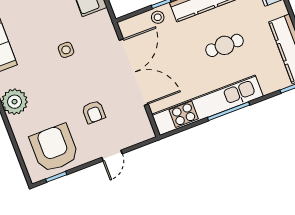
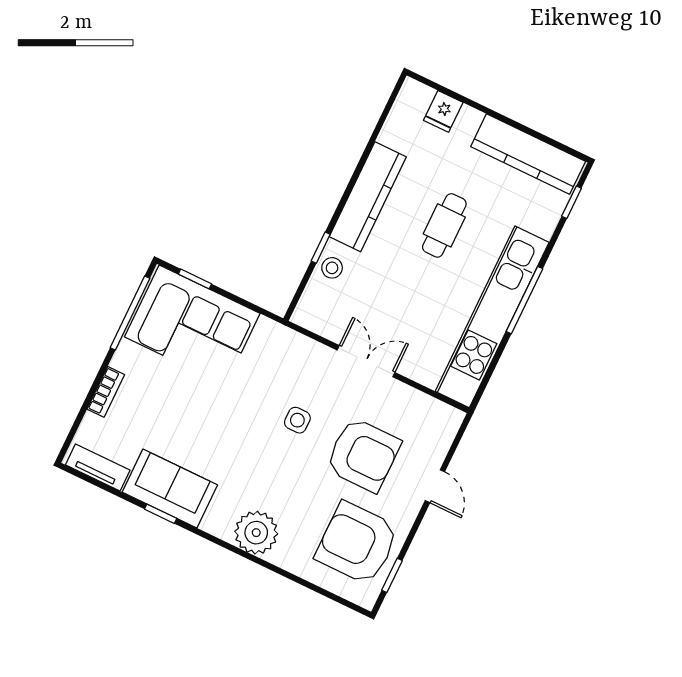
side table: (66, 50) -> (297, 420), moved
double door: (134, 72) -> (366, 361), width x0.54
armchair: (94, 112) -> (363, 455), width x1.88, depth x1.88

